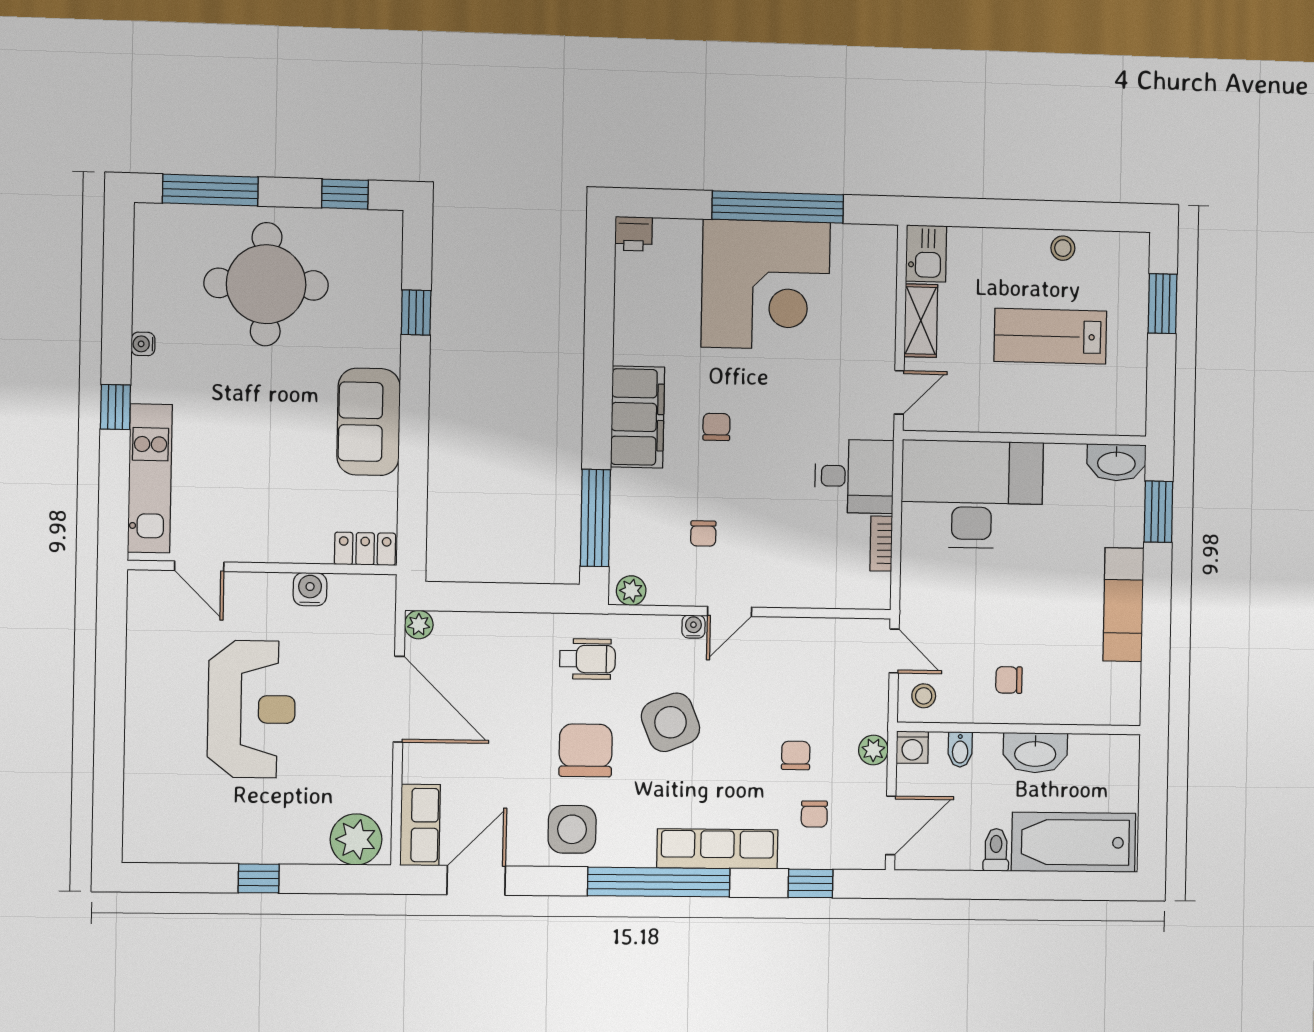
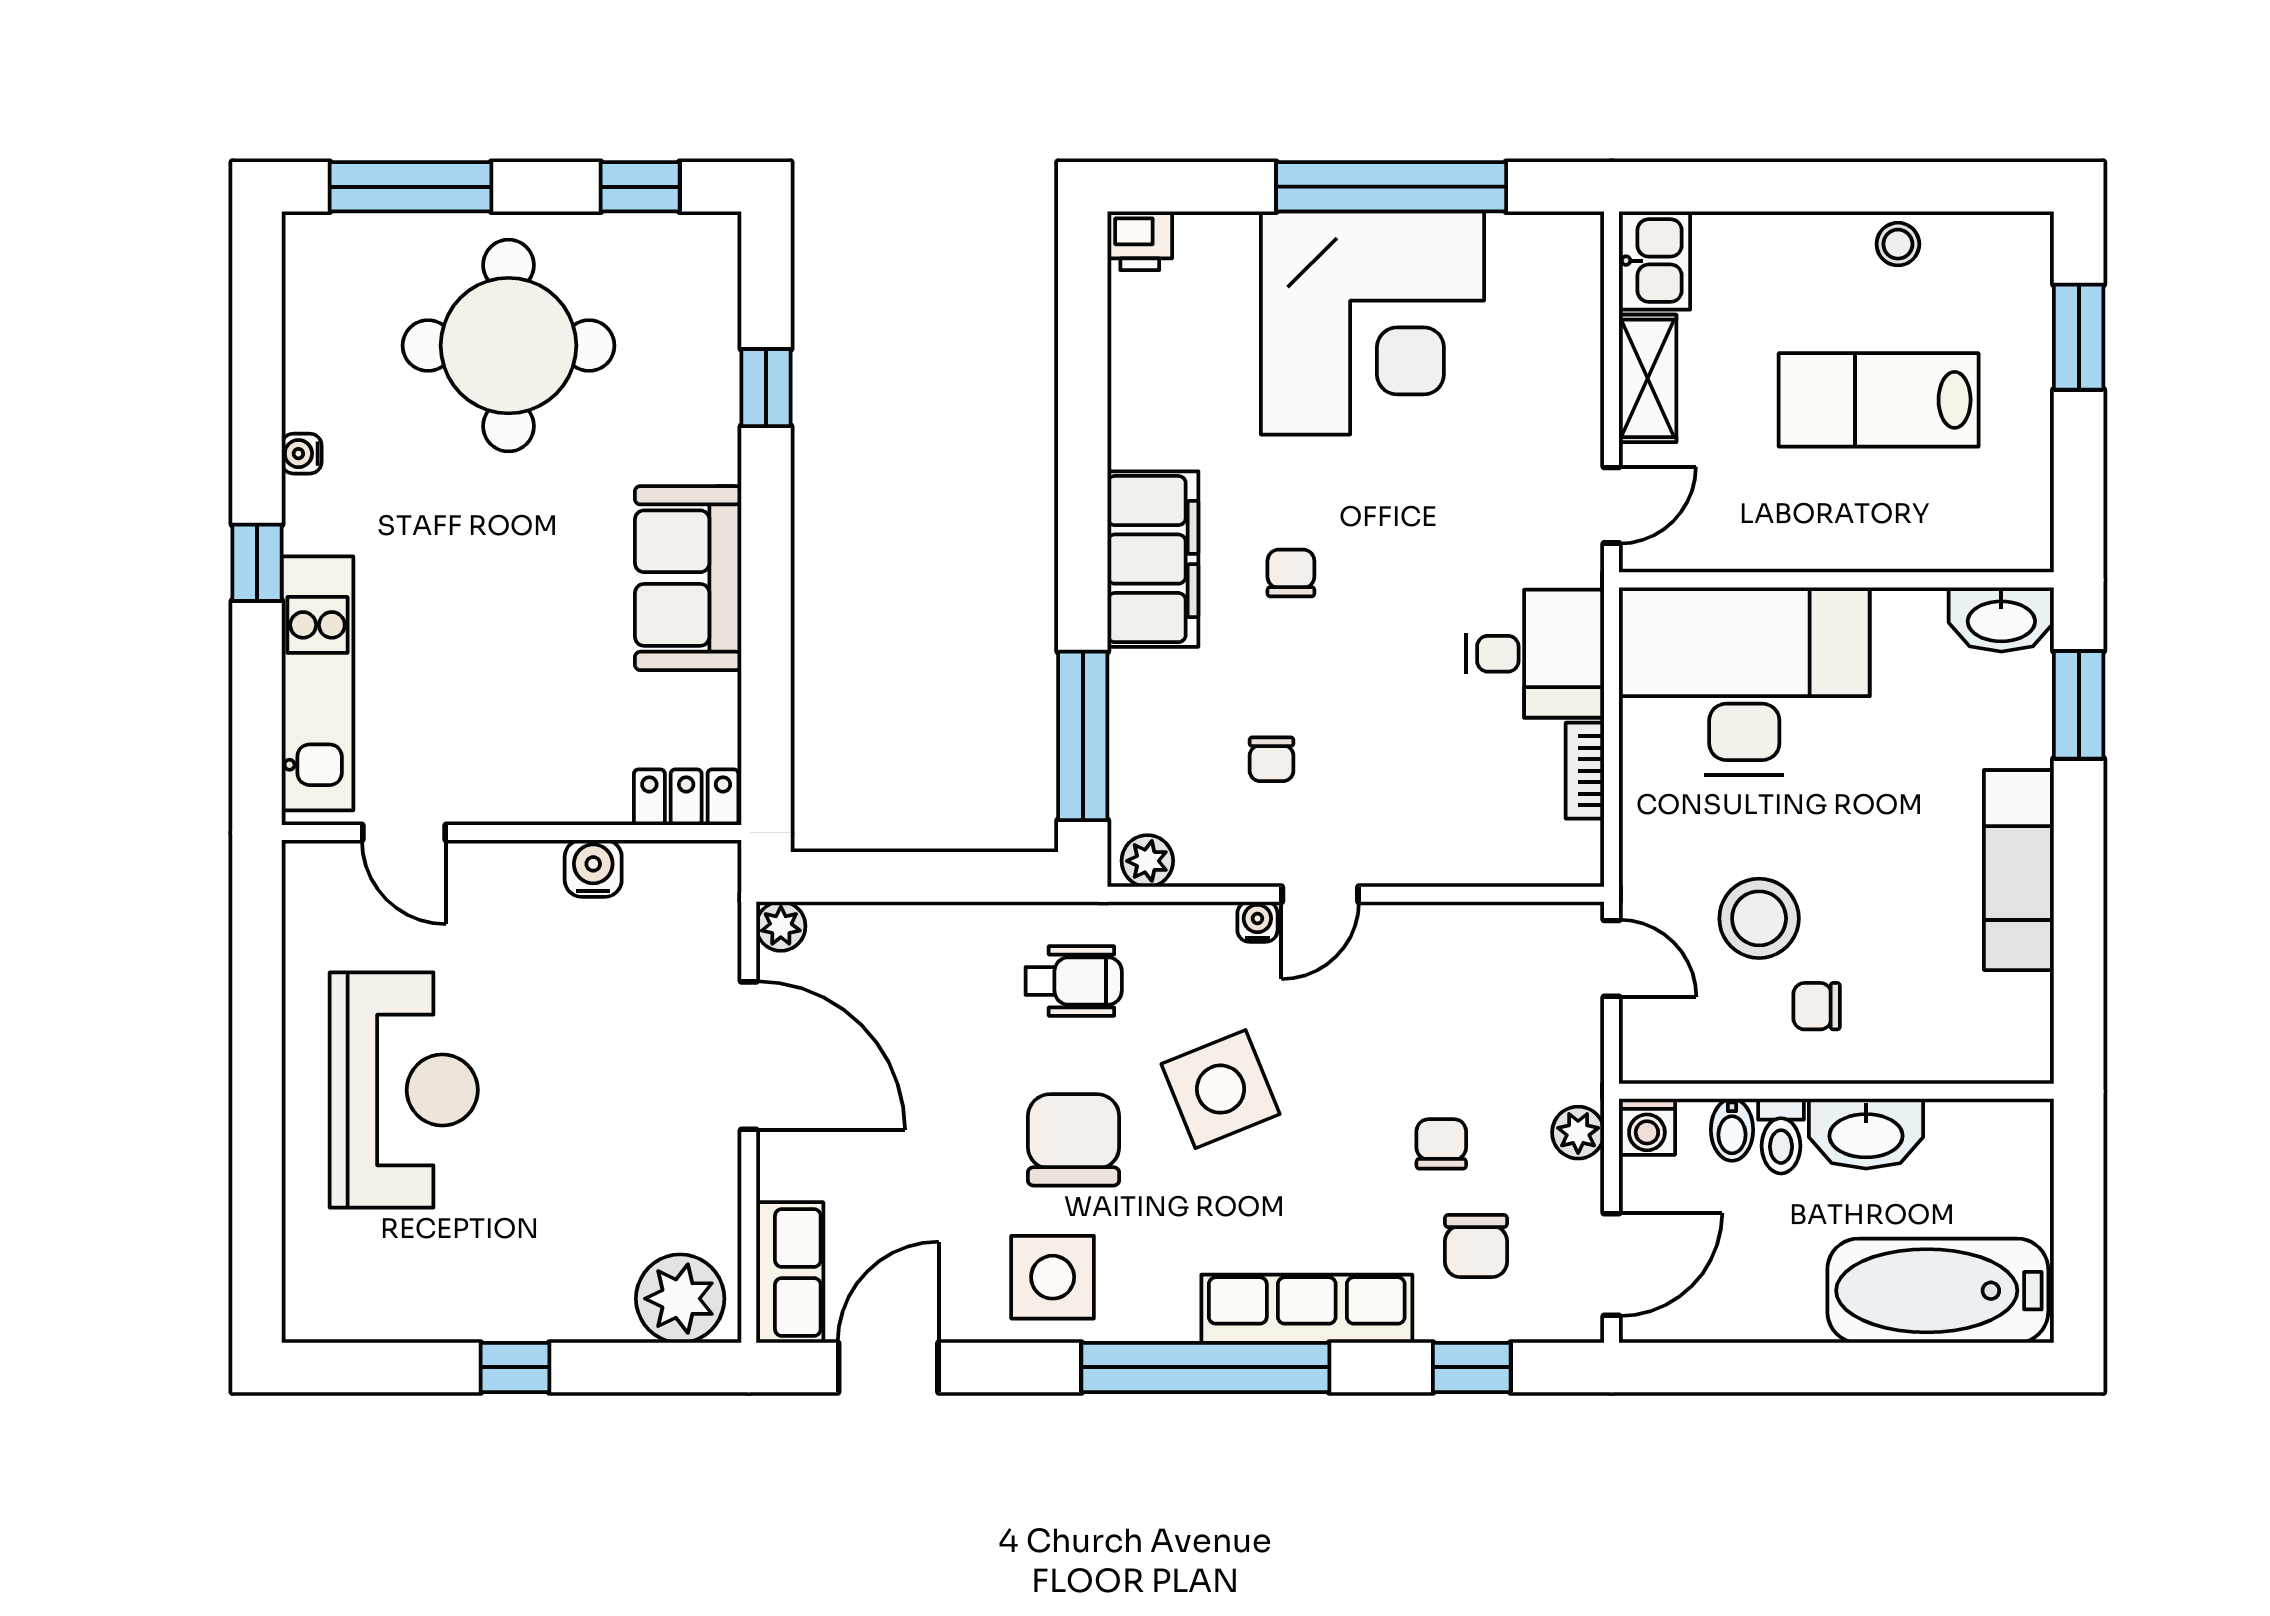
stool: (924, 696) -> (1759, 918), moved, width x1.89, depth x1.89
reception desk: (251, 709) -> (404, 1090), moved
chair: (814, 814) -> (1476, 1246), width x1.37, depth x1.37
toilet: (996, 850) -> (1781, 1136), moved, turned 180

